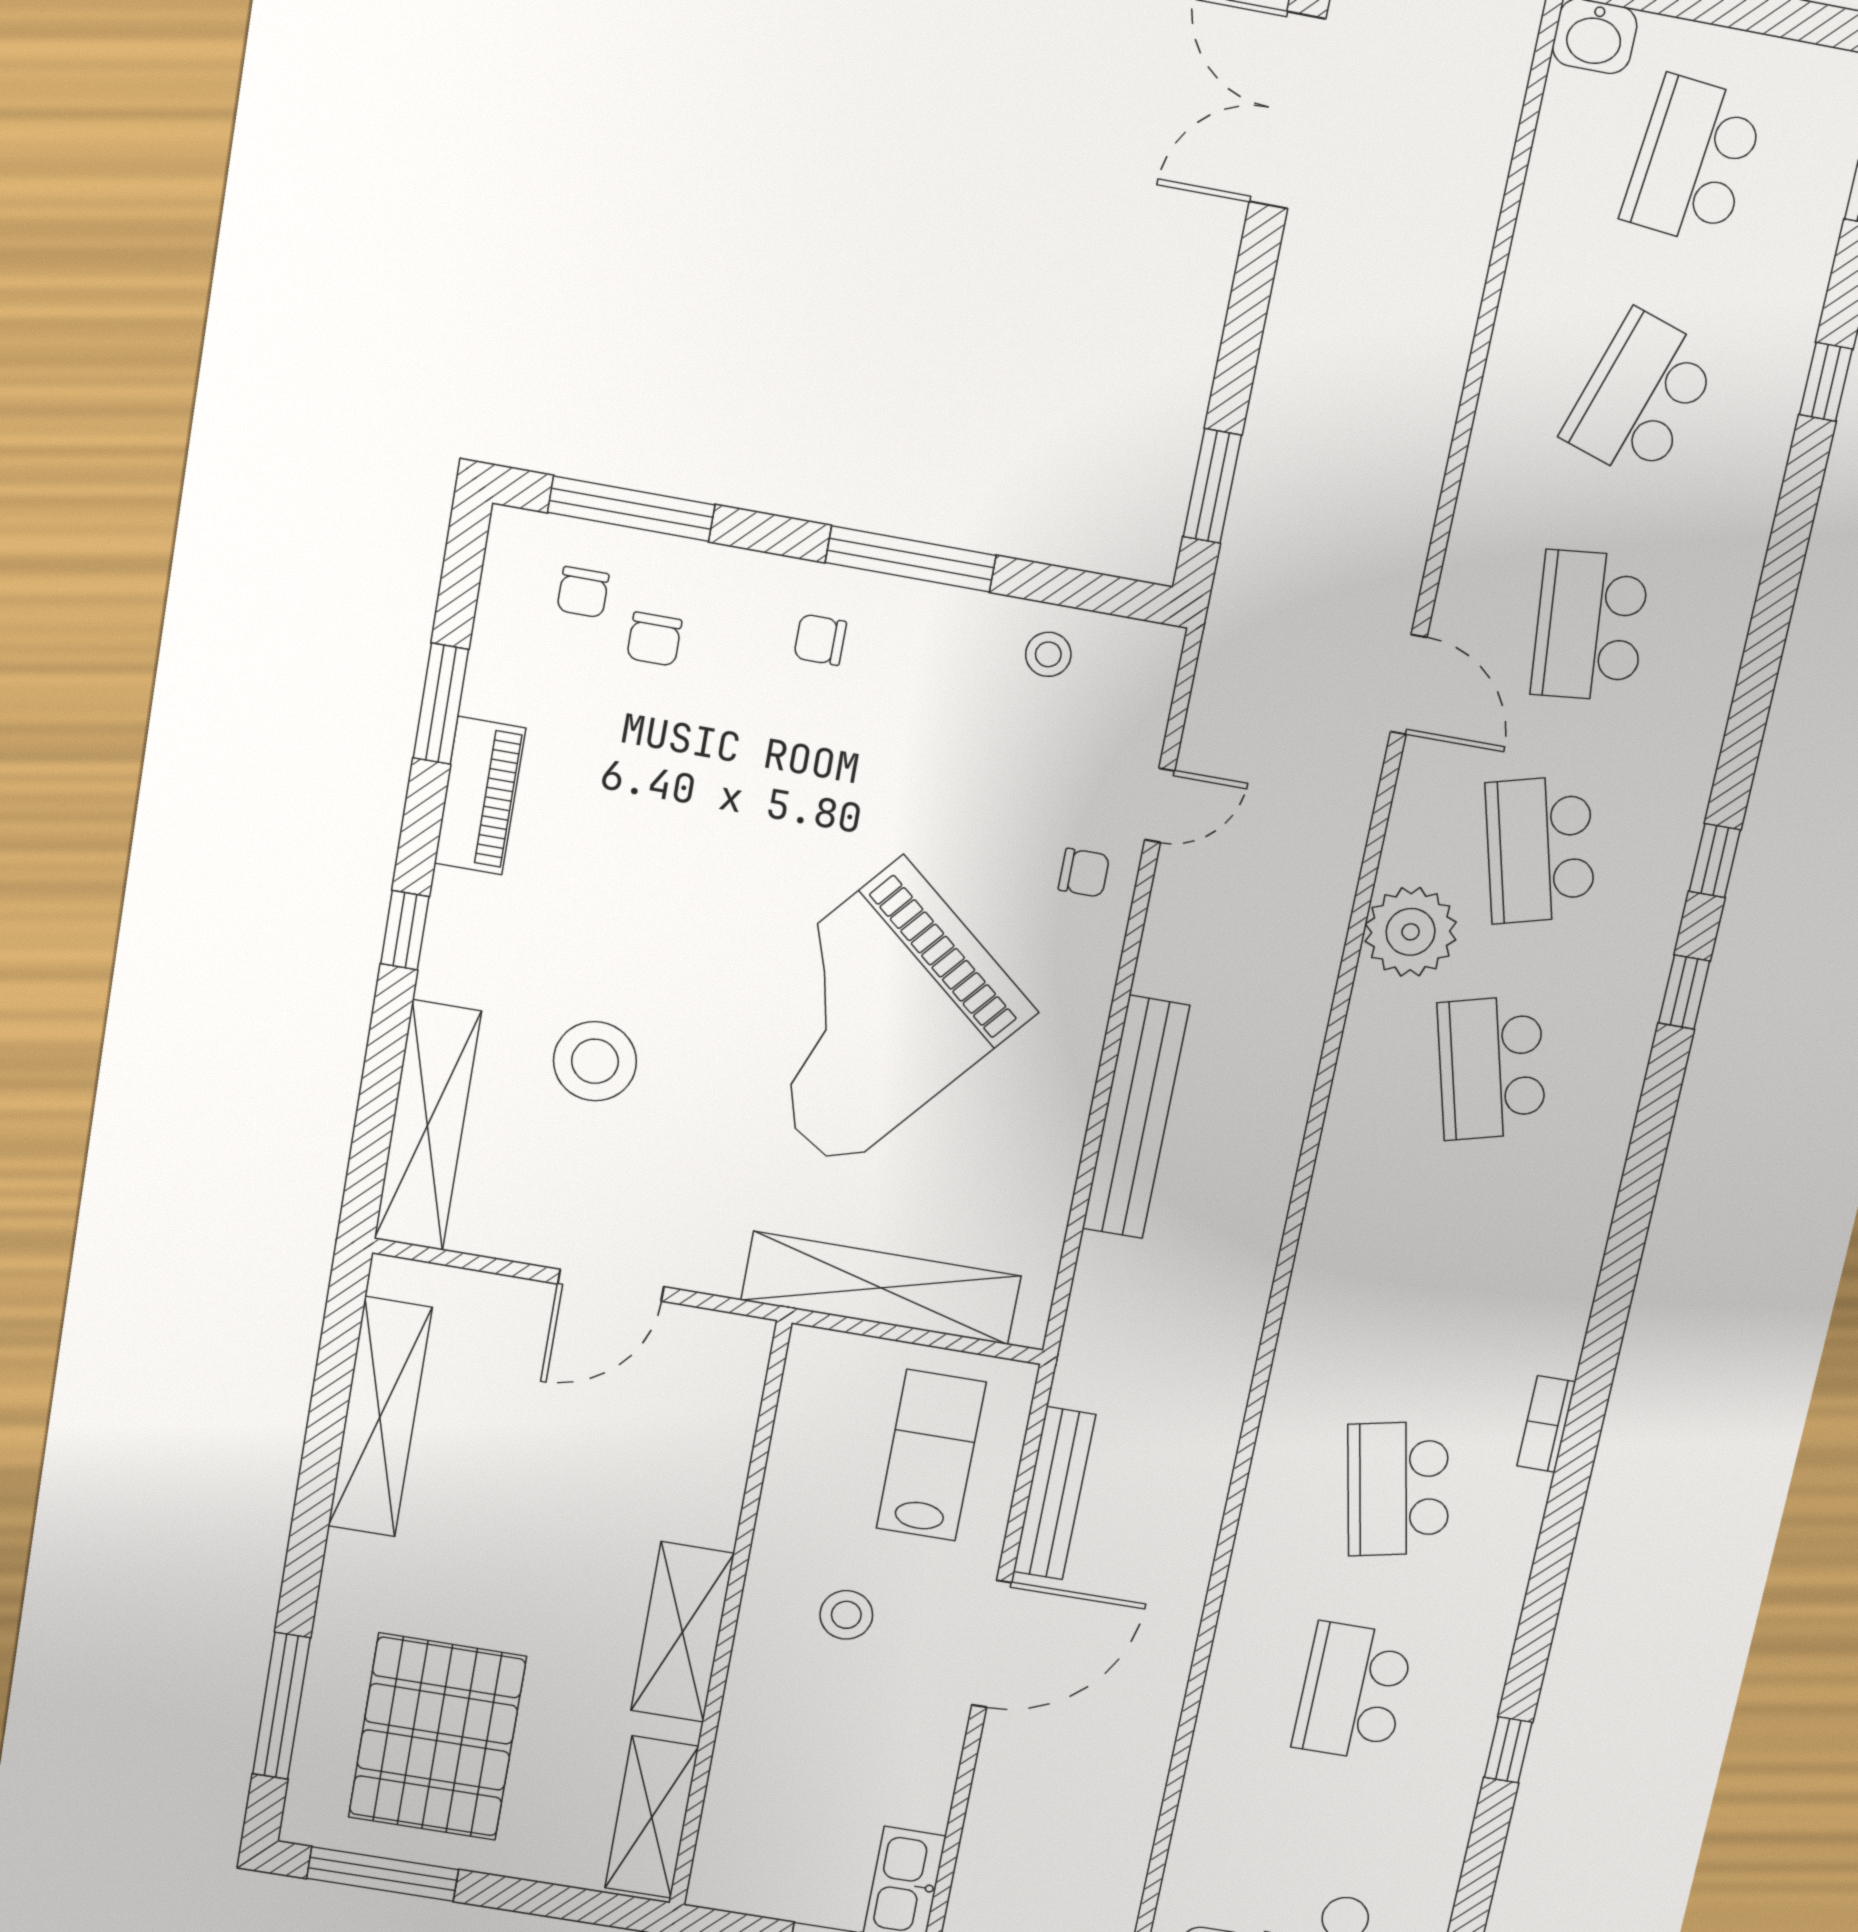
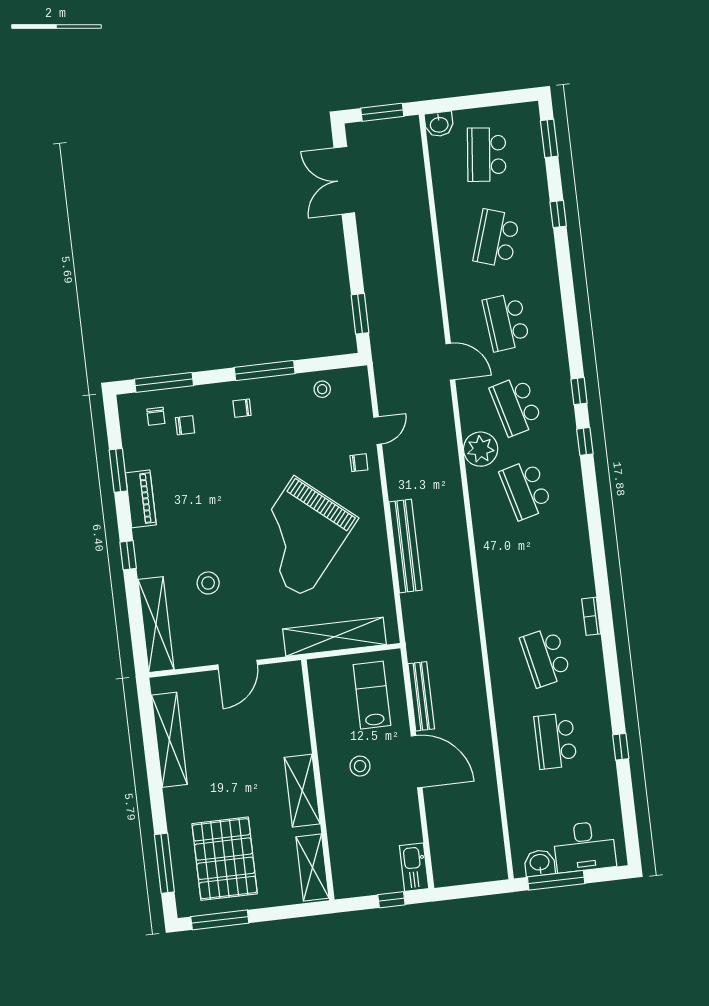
chair: (654, 639) -> (185, 425), turned -90
stool: (595, 1061) -> (208, 583), width x0.73, depth x0.73
door: (992, 1644) -> (417, 762), hinge flipped

